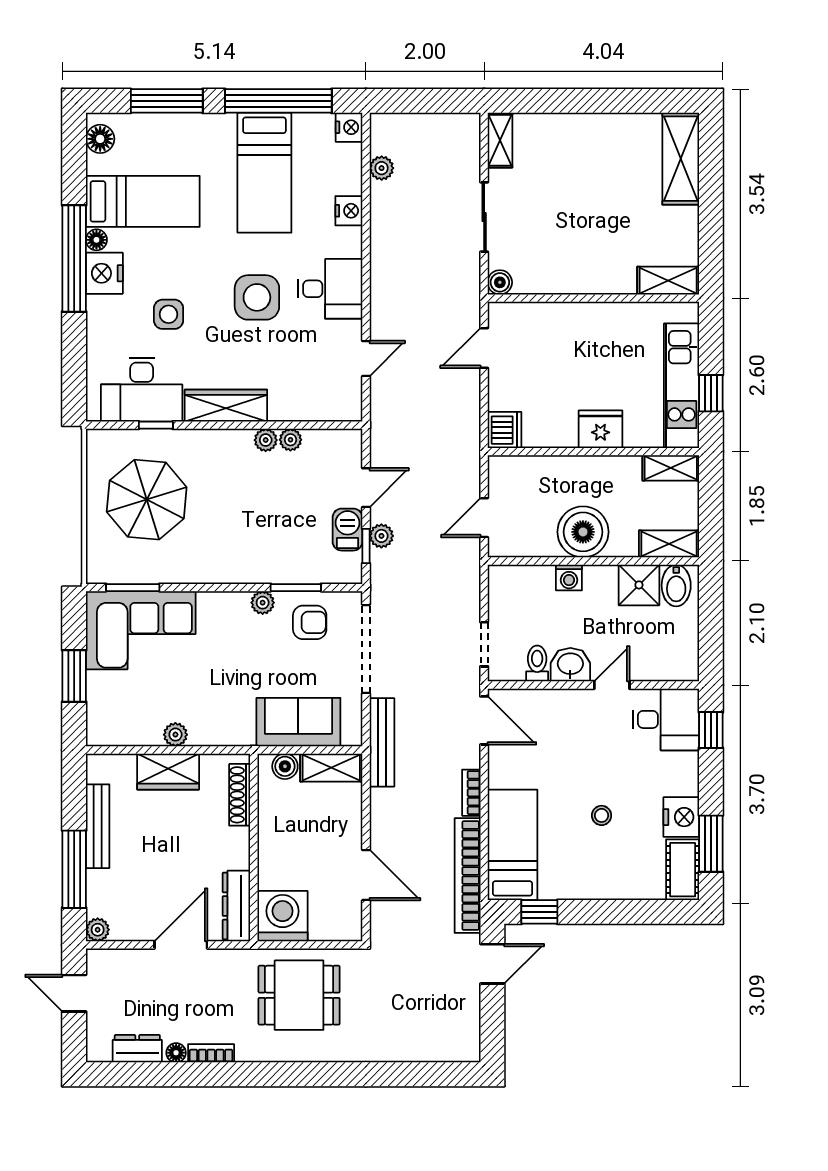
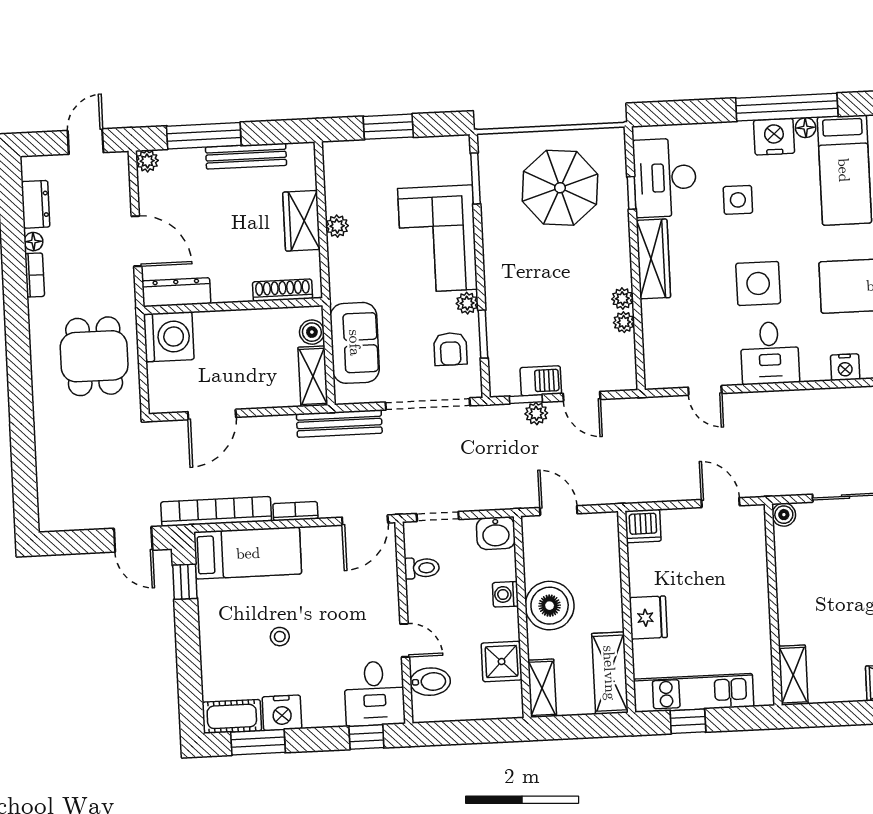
shelving: (671, 468) -> (610, 673), width x1.50, depth x1.33
bidet: (676, 585) -> (430, 682), moved, turned 180
corner sofa: (141, 630) -> (438, 239), moved
washbasin: (570, 665) -> (496, 533), moved, turned 90

